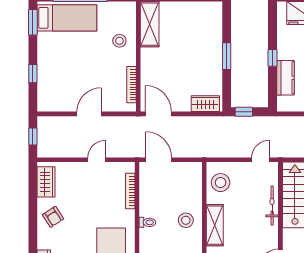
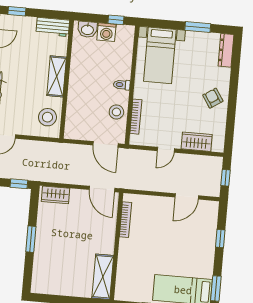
stool: (119, 41) -> (133, 263), removed
door: (89, 114) -> (187, 196), moved
wardrobe: (46, 182) -> (197, 142), moved, turned 90
stool: (186, 220) -> (116, 112), moved

